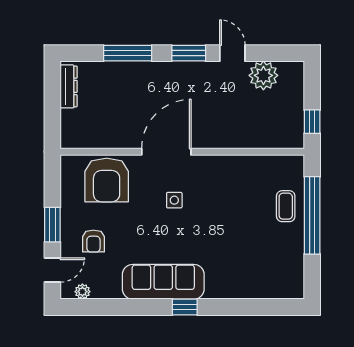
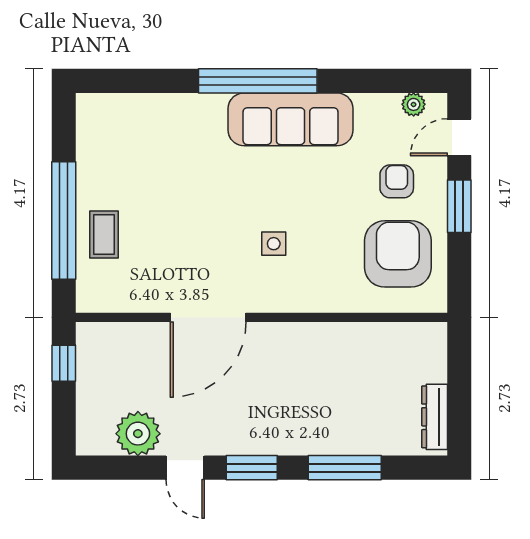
door: (166, 152) -> (208, 317), moved
armchair: (107, 180) -> (398, 254), moved
window: (185, 307) -> (258, 81), width x3.17

